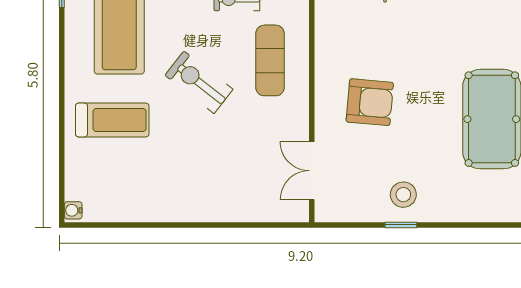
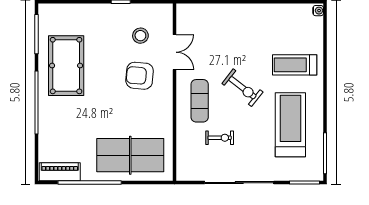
double door: (312, 171) -> (174, 52), moved
stool: (403, 195) -> (140, 36), moved

